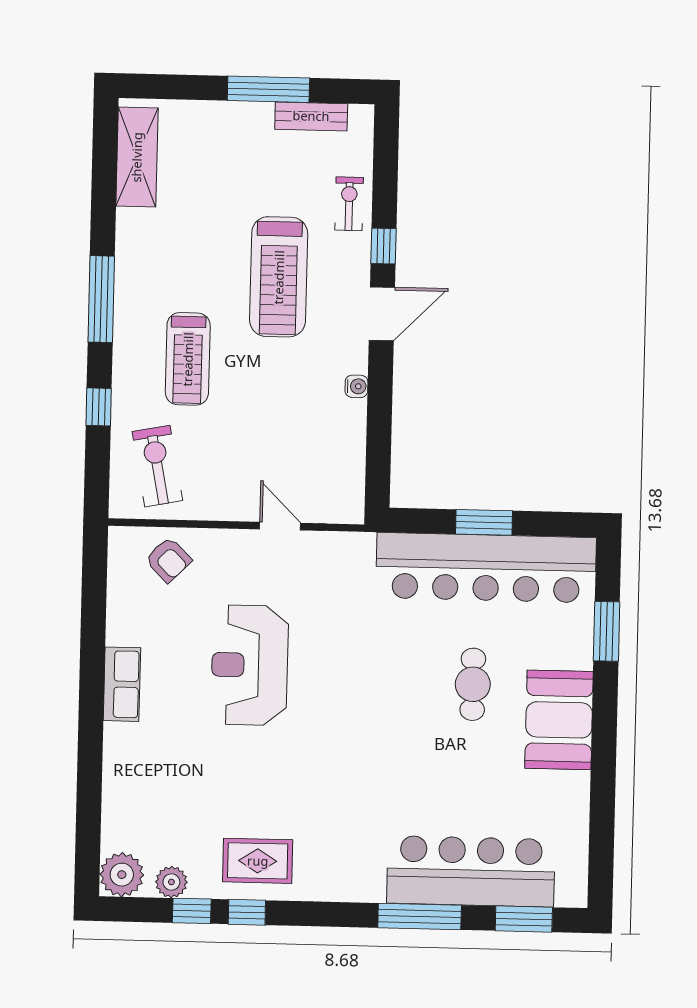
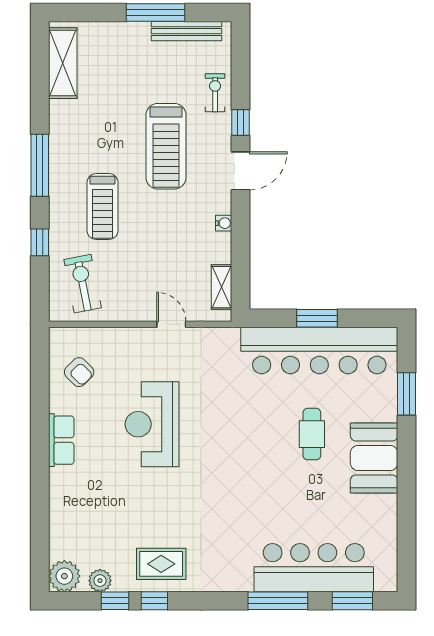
bench: (311, 116) -> (186, 31), width x1.36
shelving: (351, 476) -> (221, 287), added
armchair: (168, 560) -> (79, 372), moved

